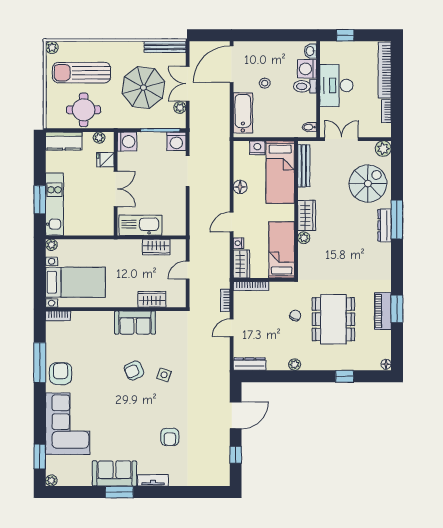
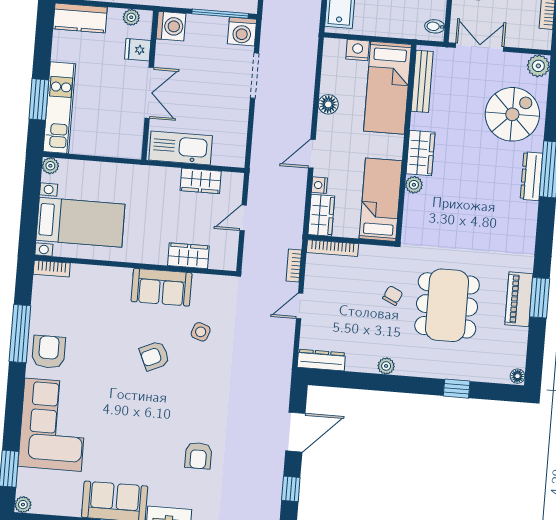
side table: (164, 375) -> (201, 332), moved

